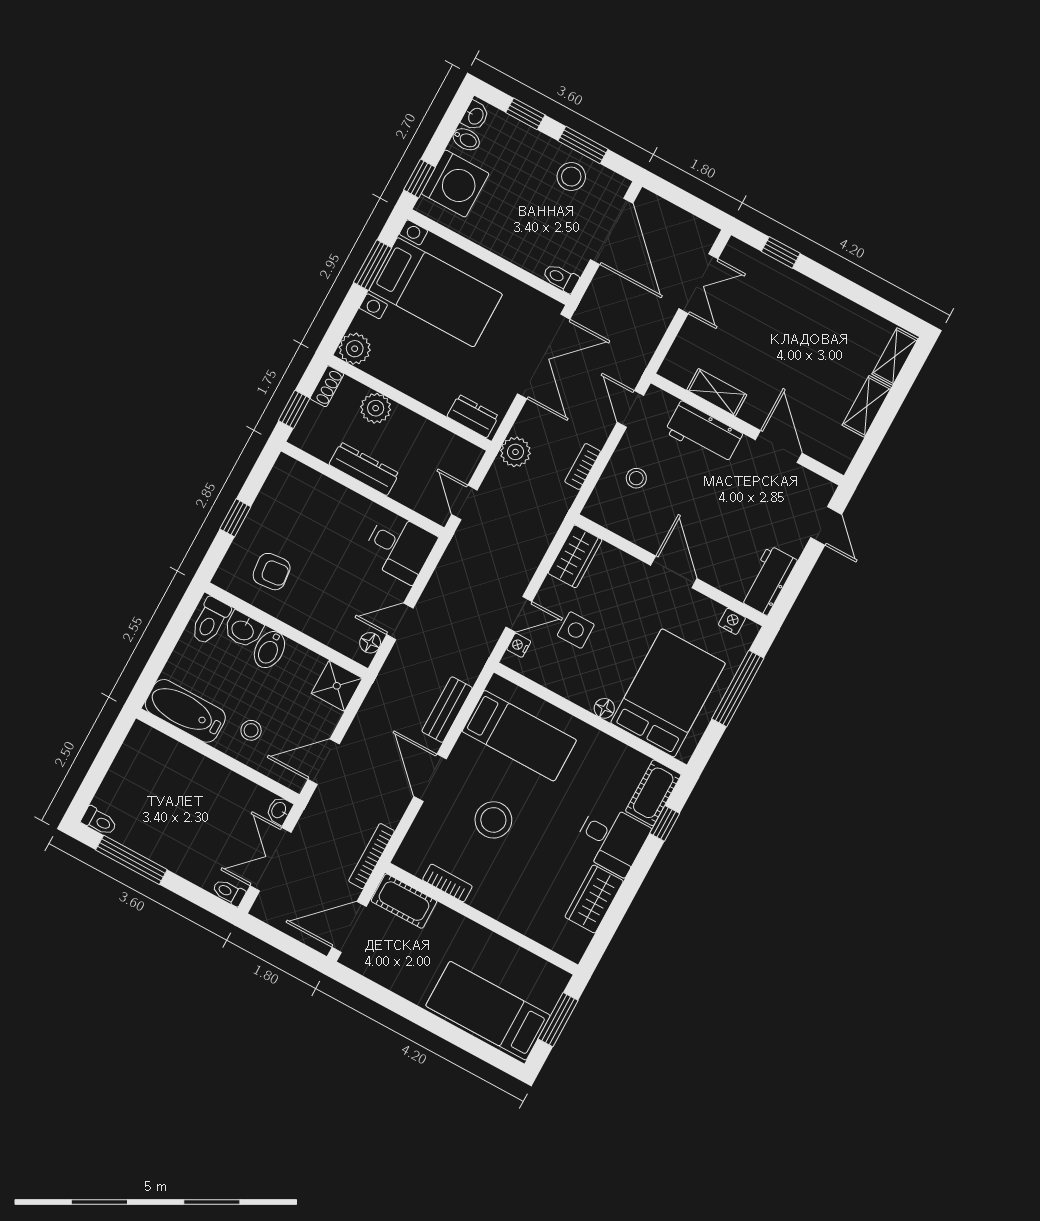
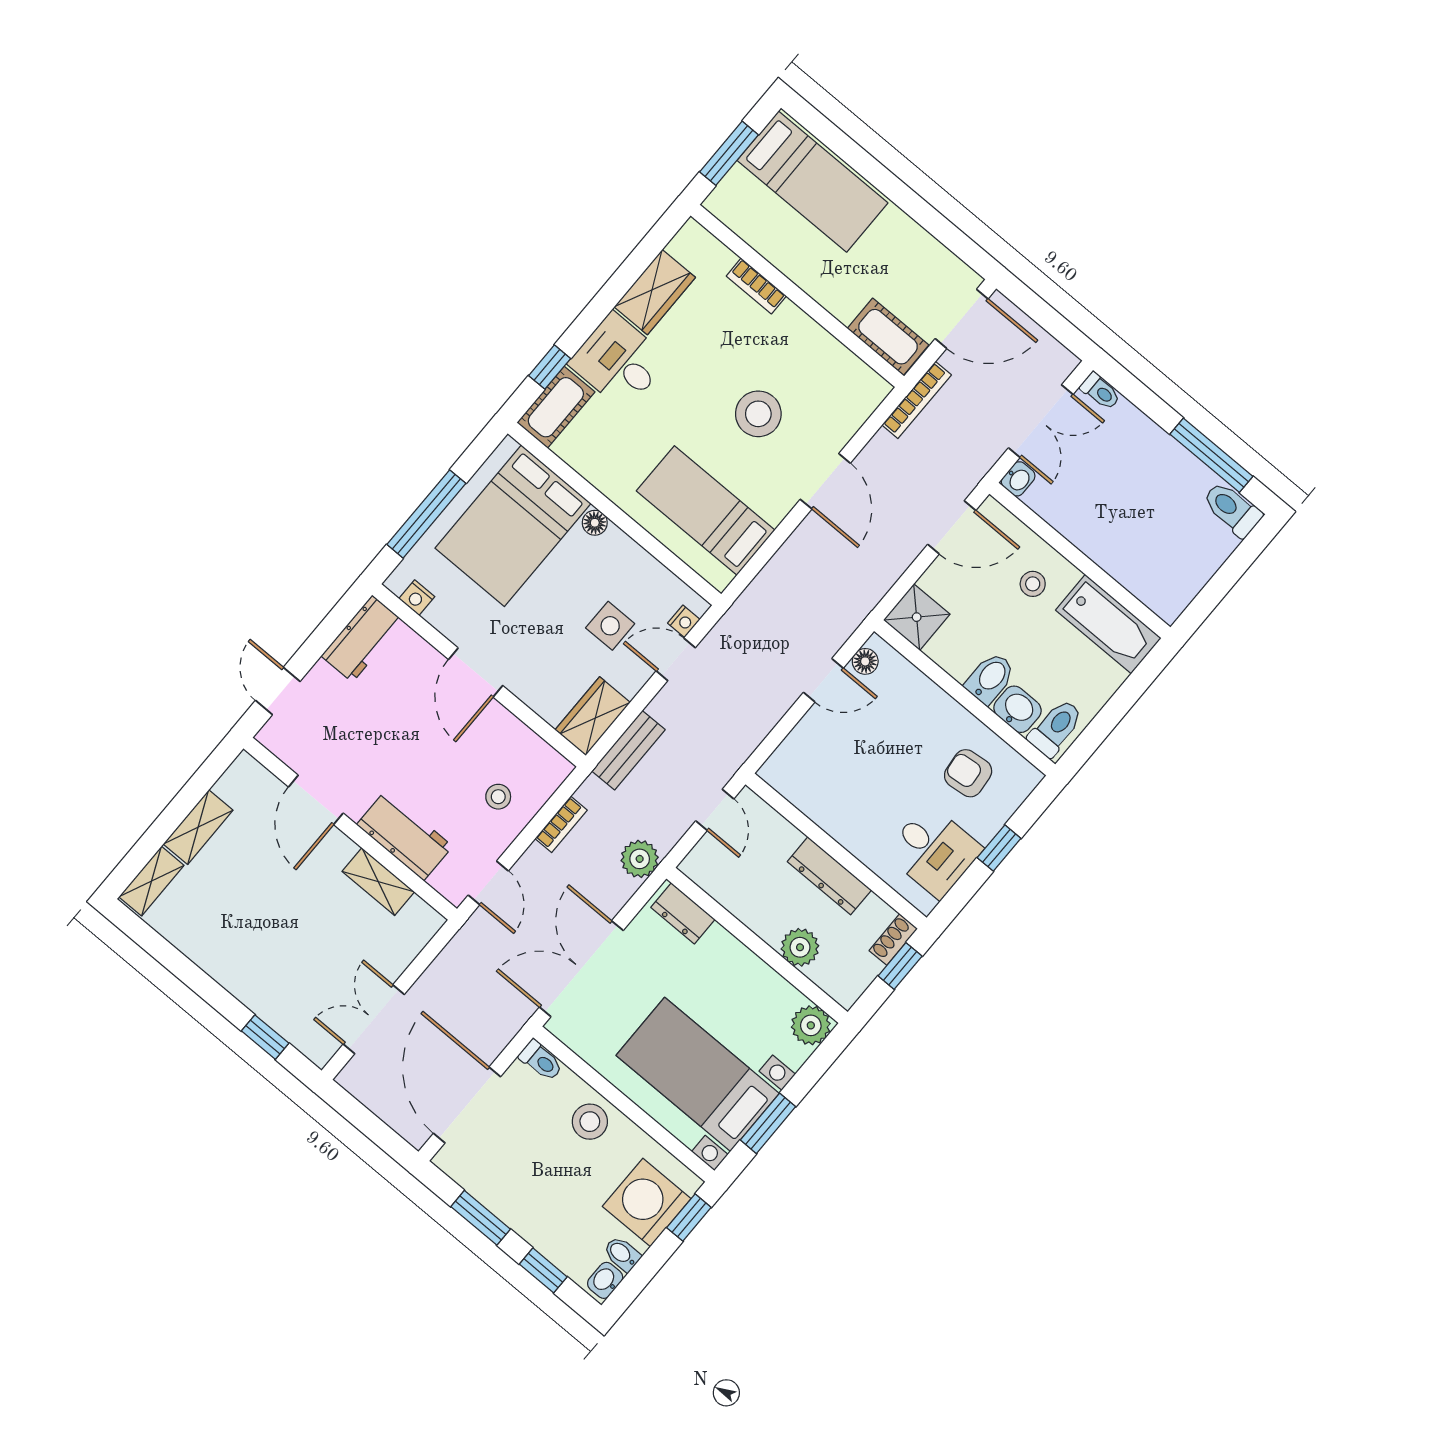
stool: (571, 177) -> (590, 1122), moved
shoe rack: (327, 386) -> (893, 940), moved
desk: (399, 547) -> (934, 851), moved, turned 180
bench: (447, 710) -> (628, 750), moved
toilet: (99, 821) -> (1232, 509), width x1.37, depth x1.39
bookcase: (447, 883) -> (756, 286), moved

